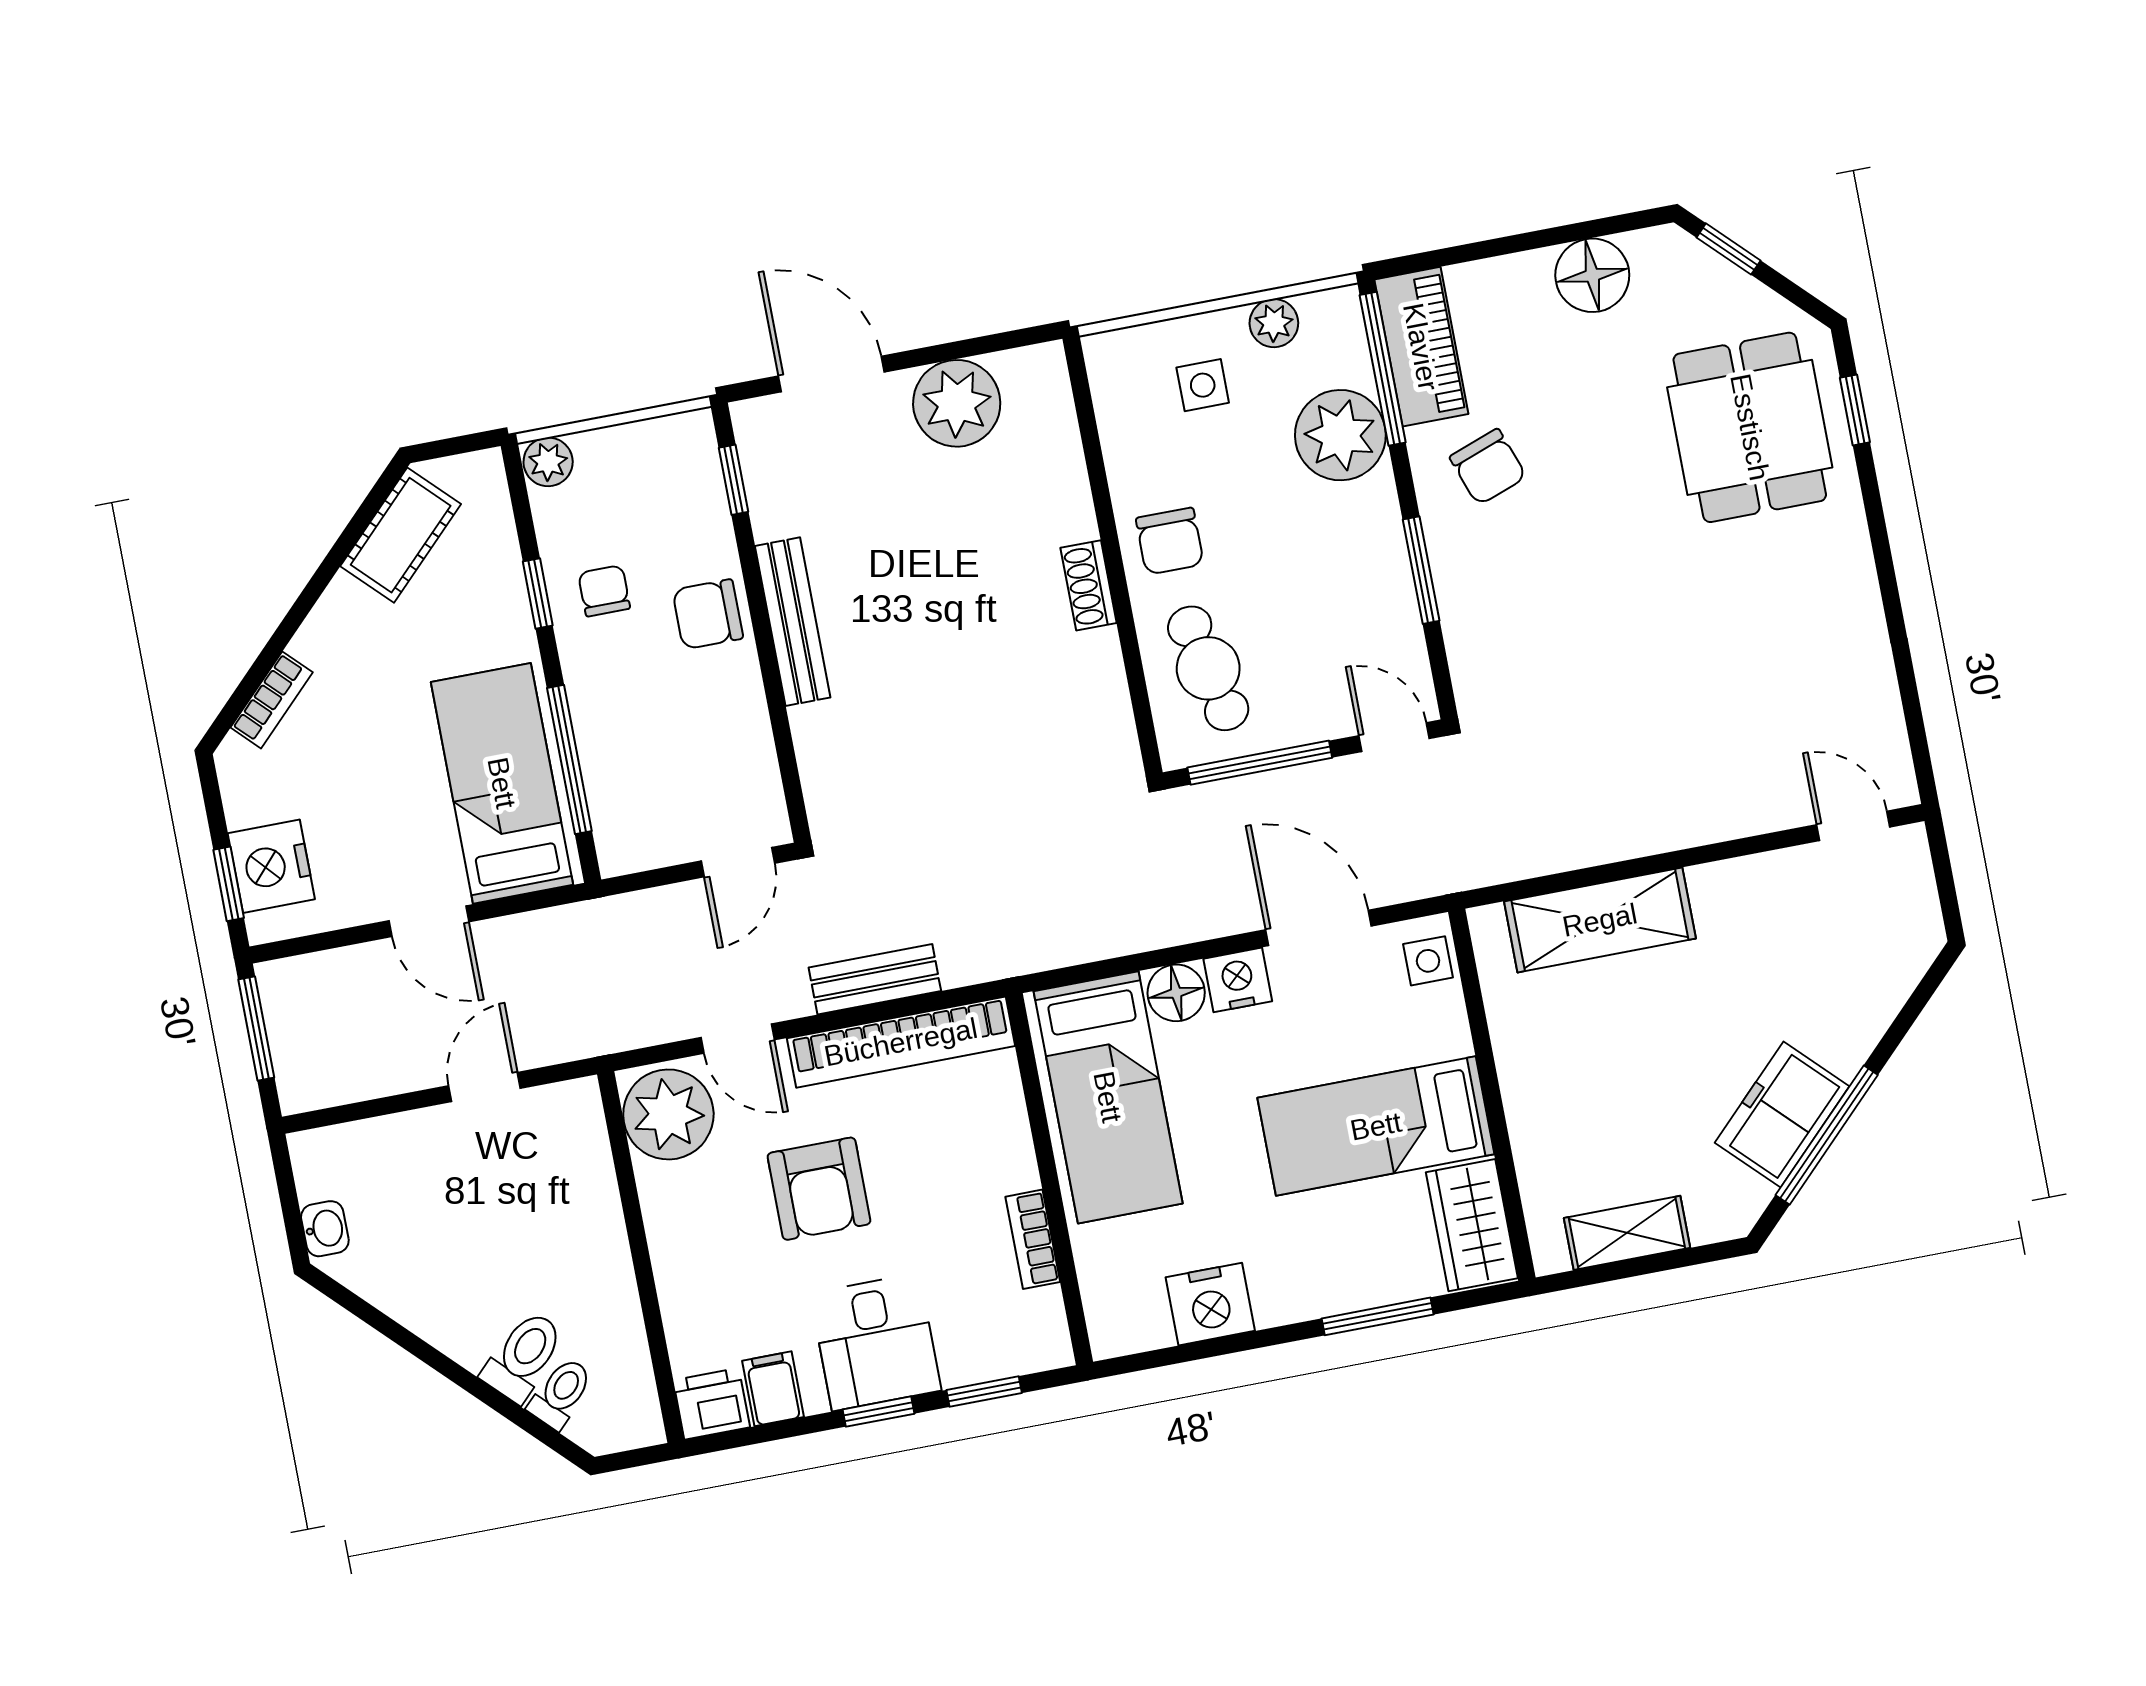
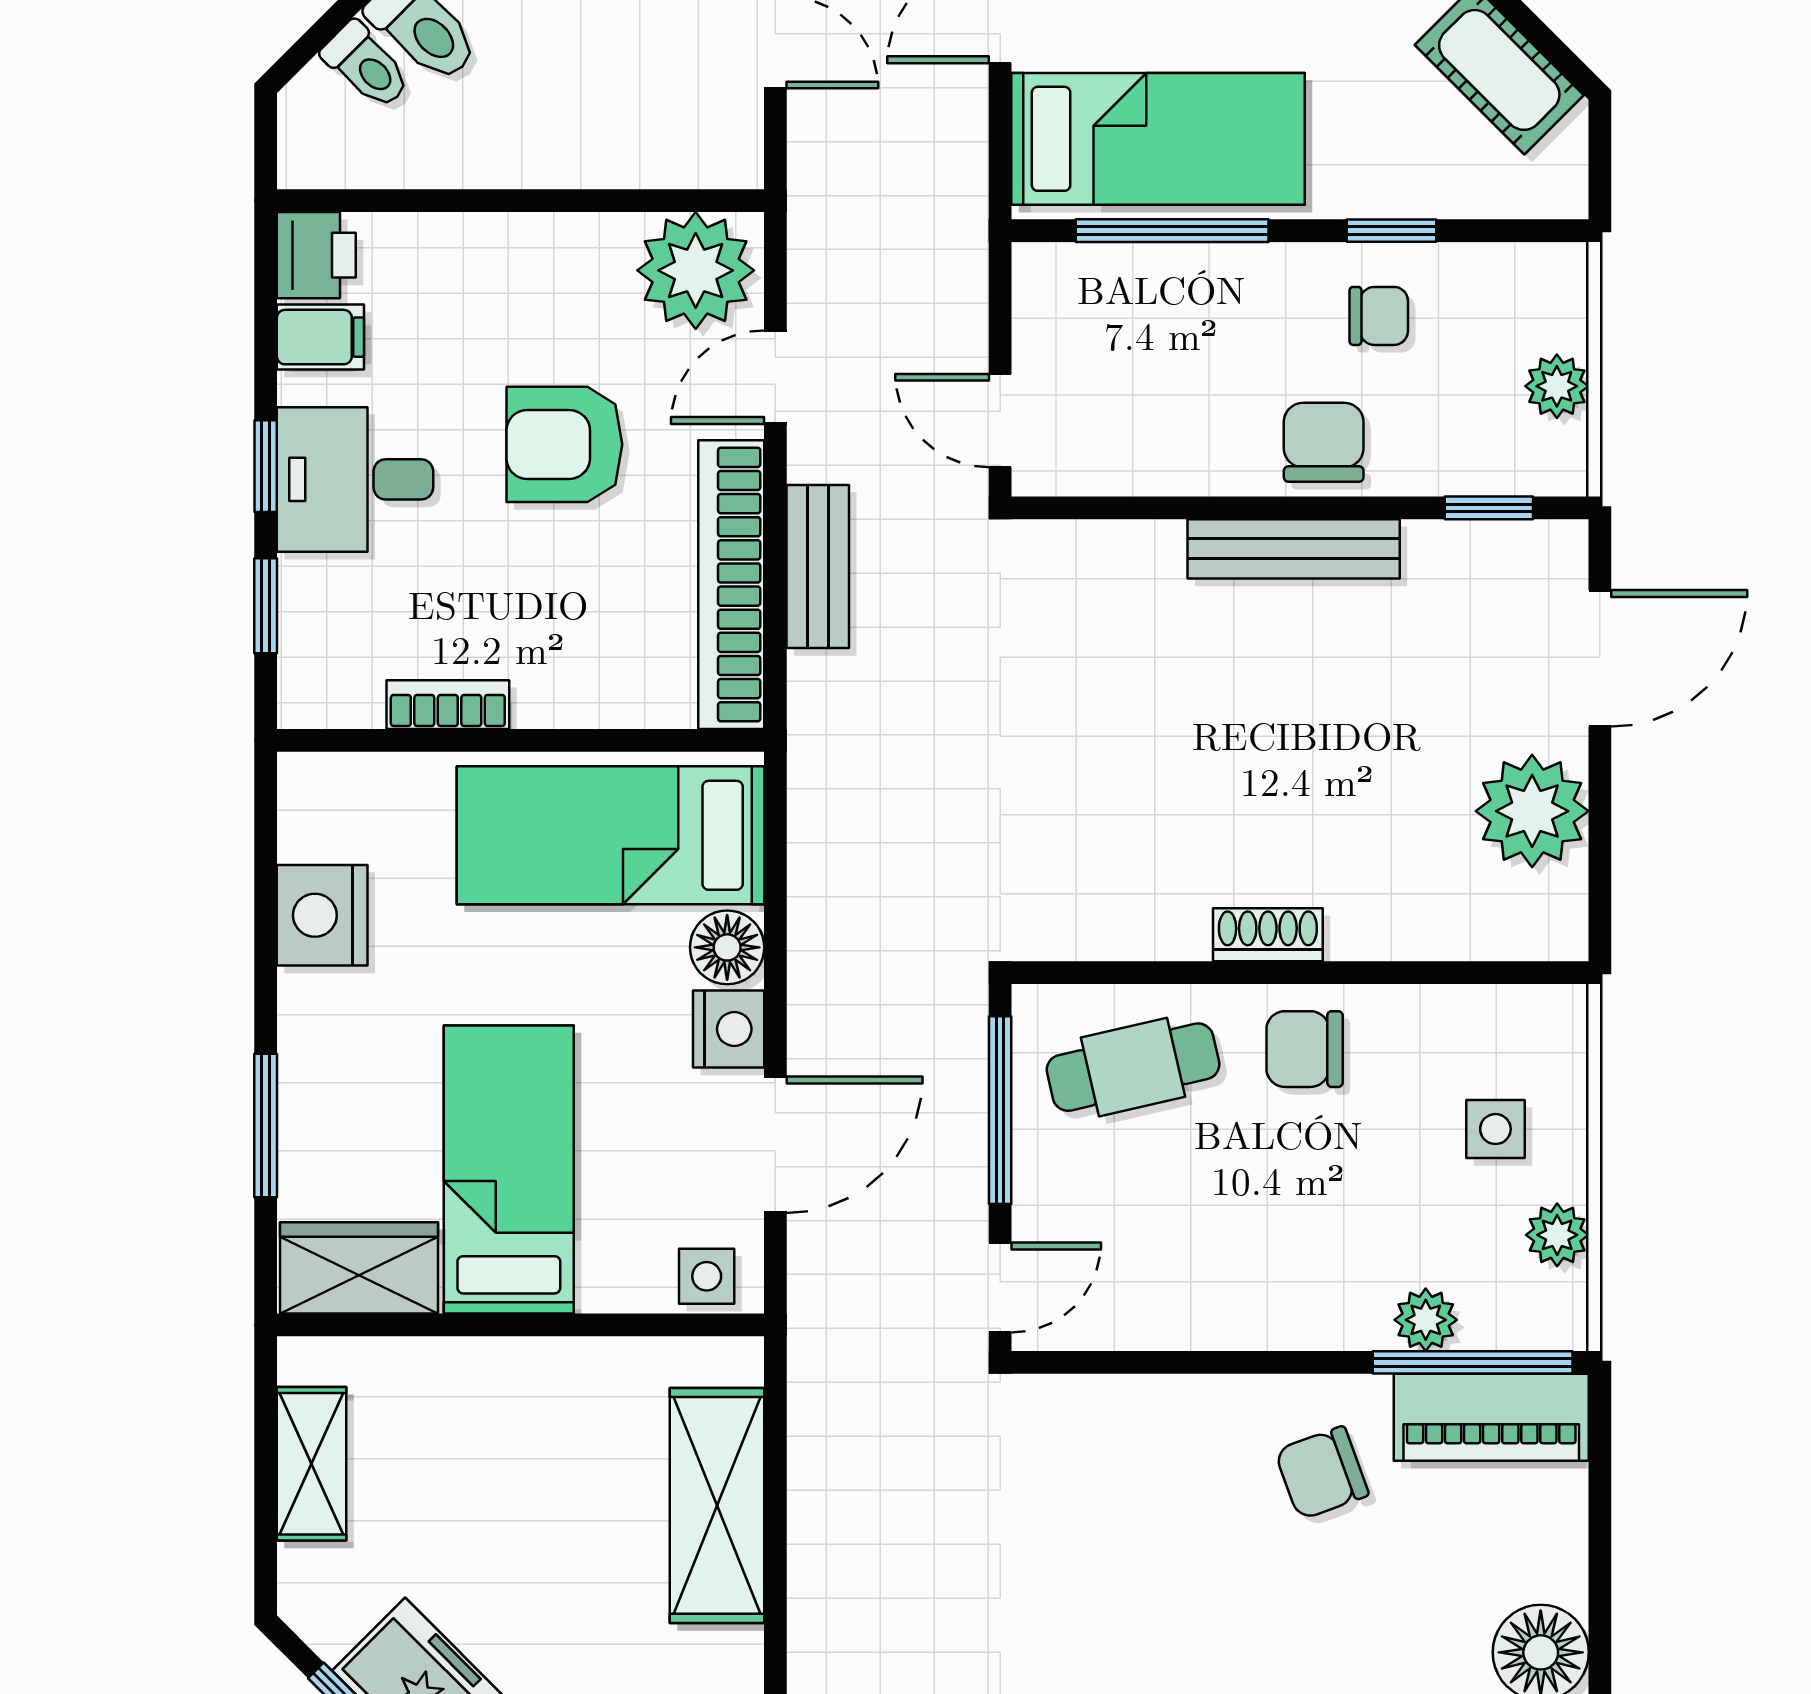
plant: (1340, 435) -> (1426, 1320), width x0.53, depth x0.53
plant: (548, 462) -> (1557, 386), moved
window: (1421, 570) -> (1206, 1362), removed

